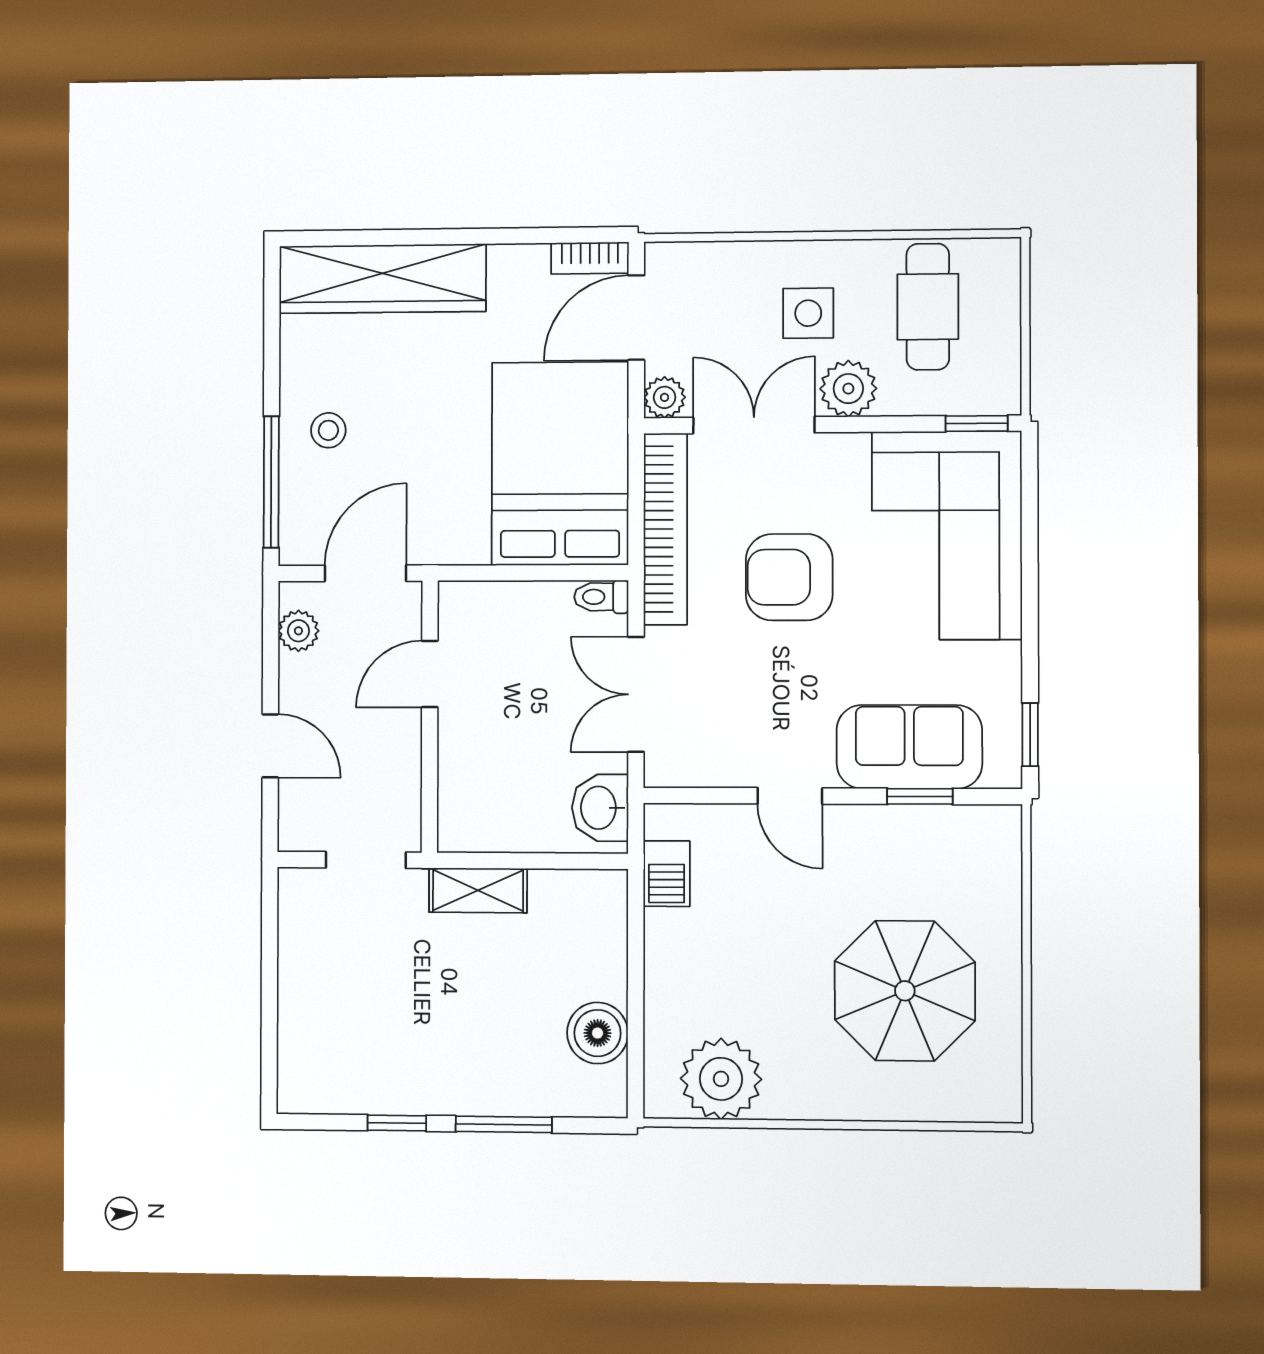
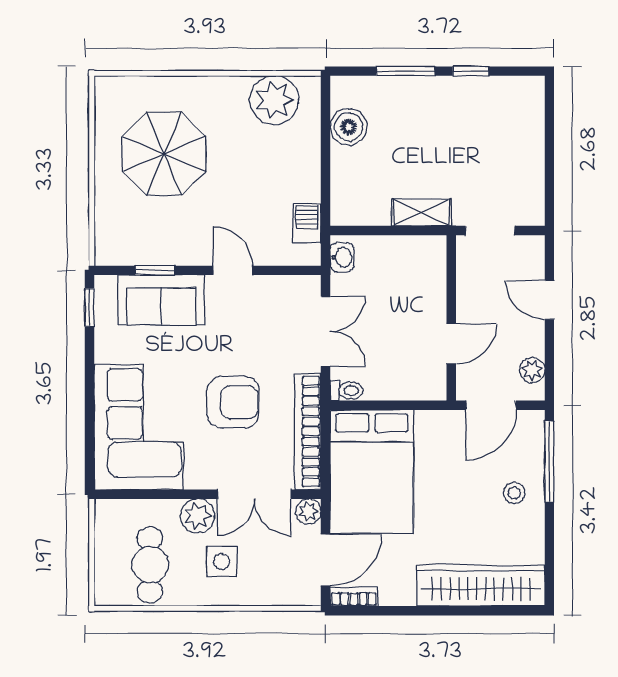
window: (977, 423) -> (121, 494), removed
washbasin: (600, 808) -> (342, 257), width x0.72, depth x0.69

